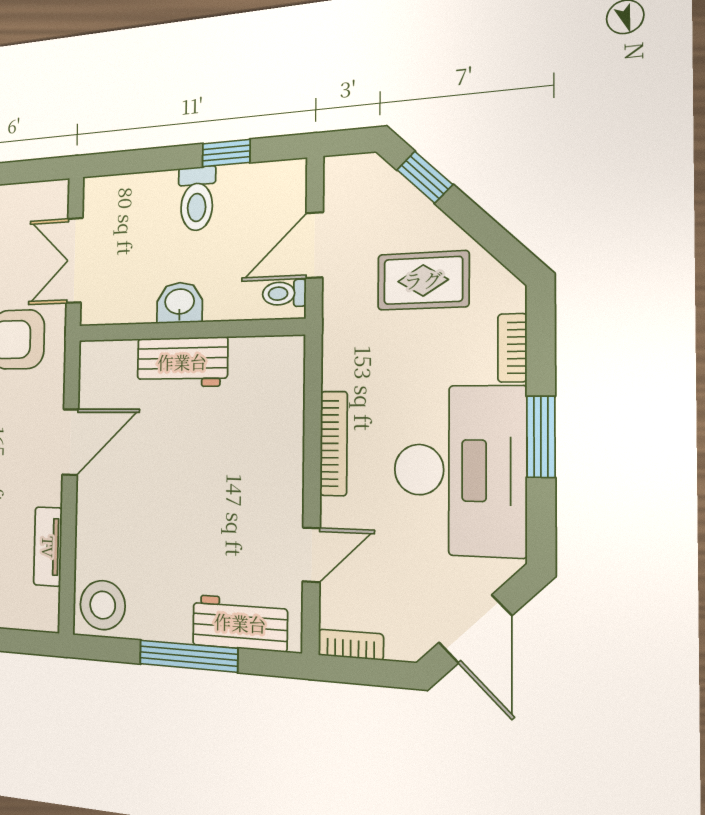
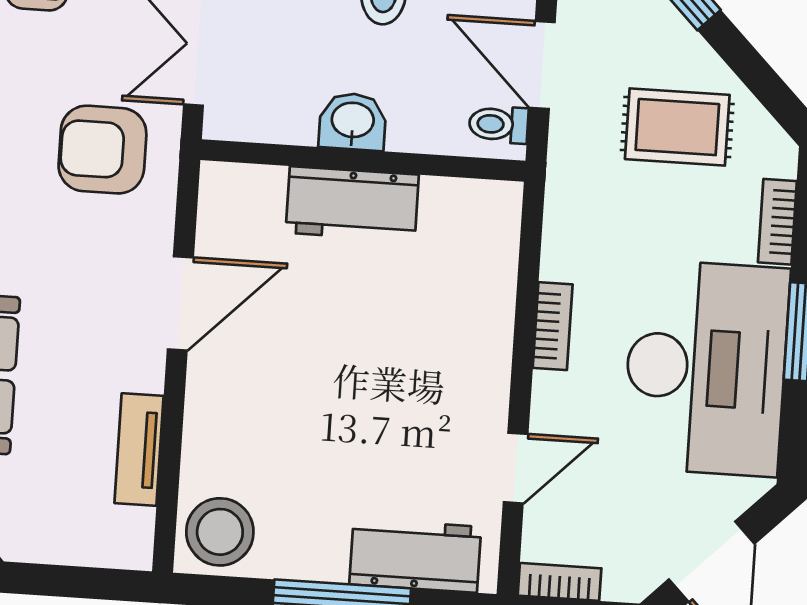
door: (314, 245) -> (542, 65), hinge flipped
bookcase: (334, 443) -> (553, 326), width x0.64

